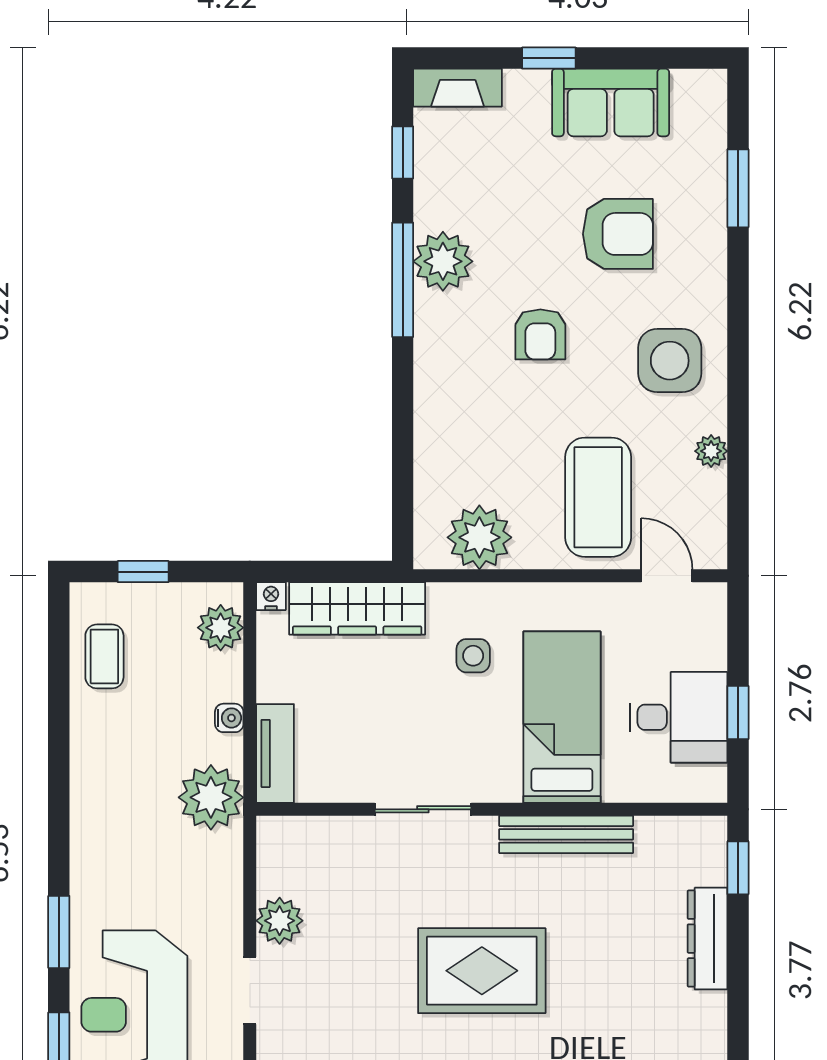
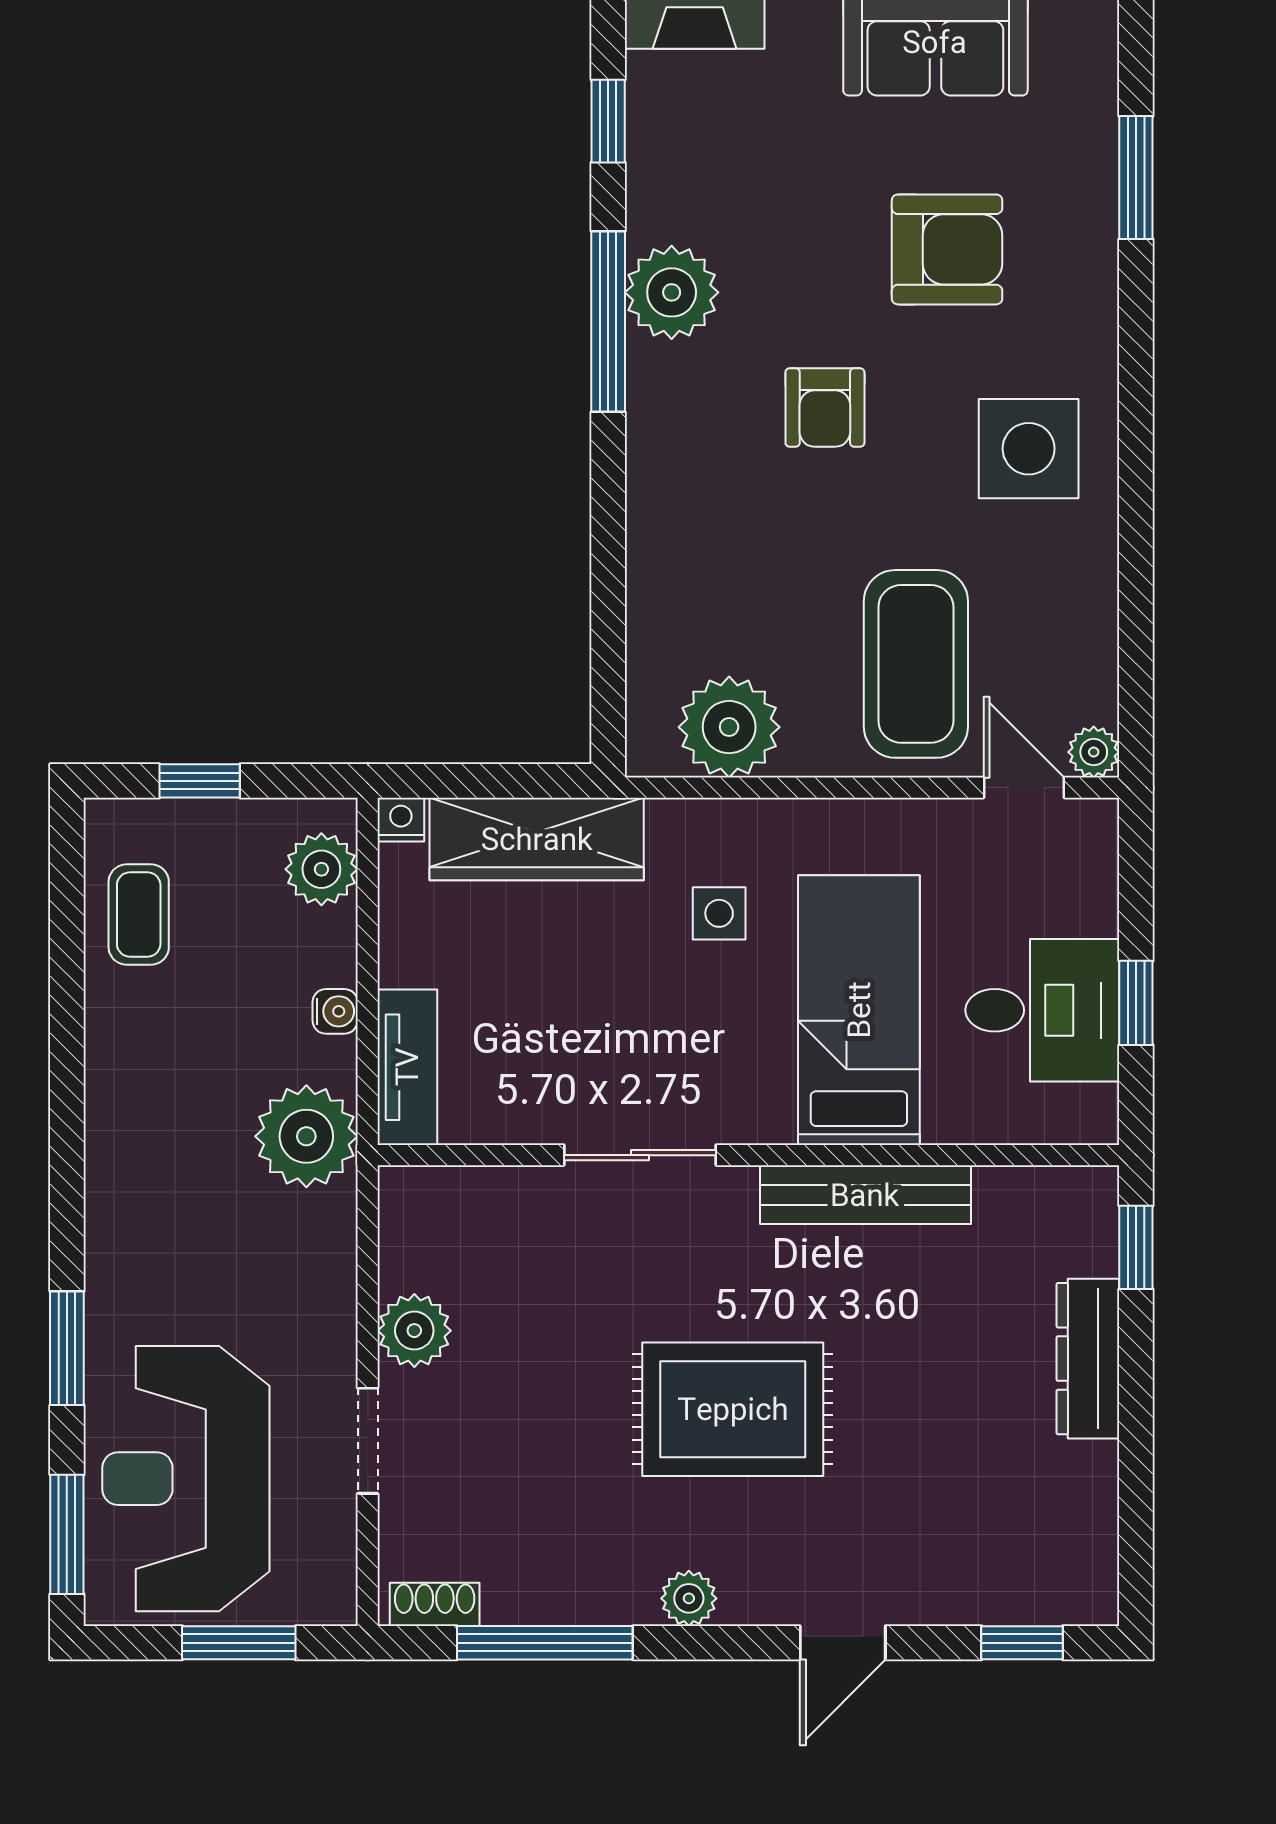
plant: (711, 451) -> (1094, 752), moved

